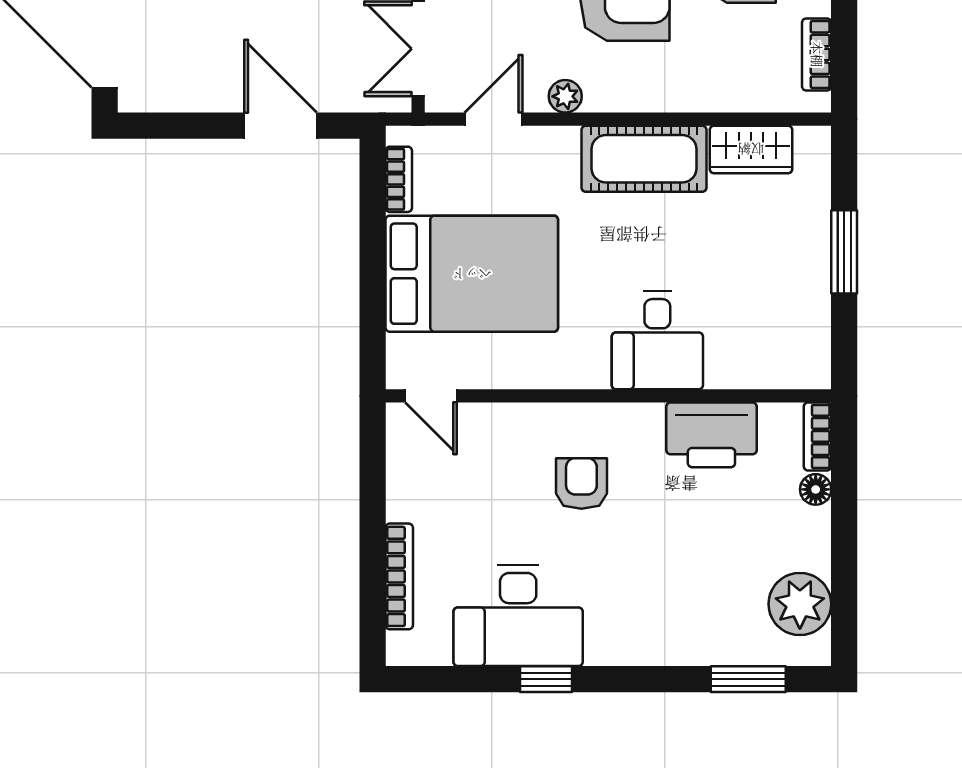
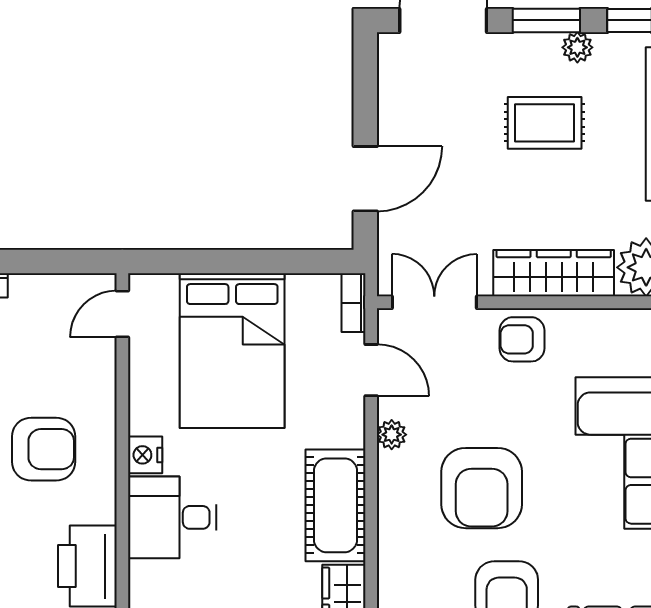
bookcase: (399, 179) -> (354, 303), moved, turned 90
nightstand: (588, 371) -> (145, 455), added
armchair: (581, 483) -> (44, 449), width x1.38, depth x1.38

